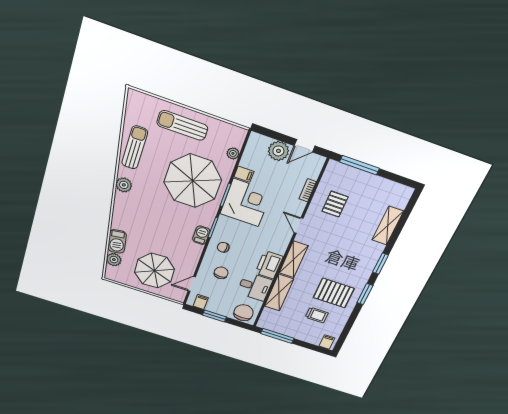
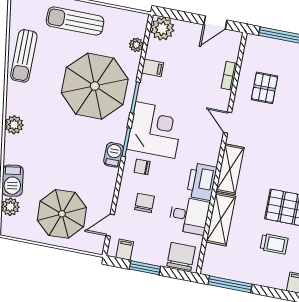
sun lounger: (135, 147) -> (24, 56), turned 180
plant: (278, 151) -> (162, 29), moved
plant: (124, 185) -> (14, 125), moved
corner desk: (246, 203) -> (155, 130), moved

